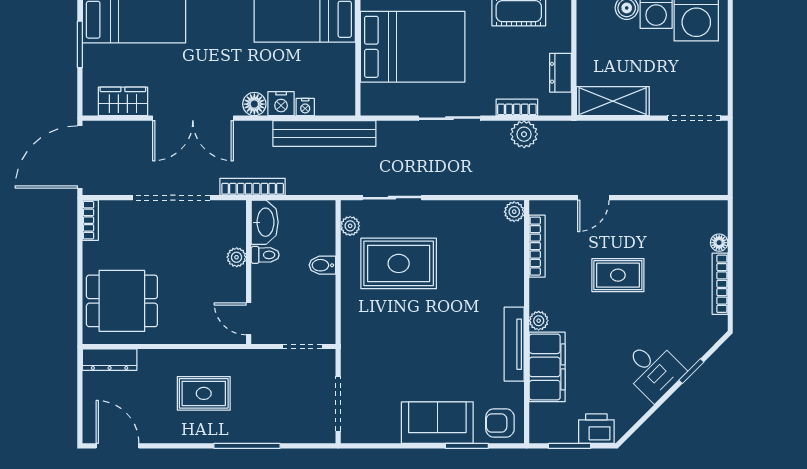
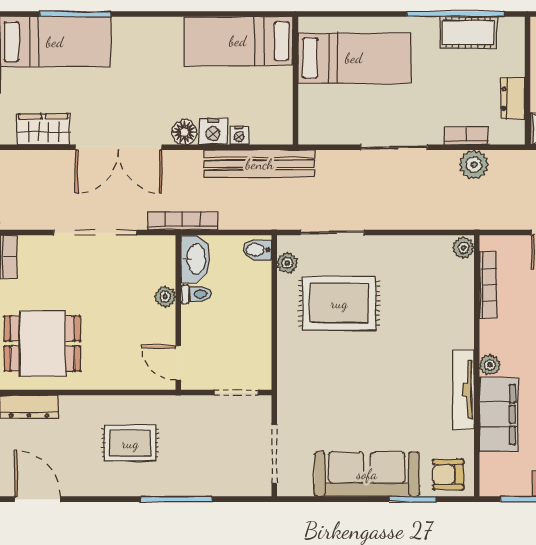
bed: (413, 47) -> (354, 58), width x0.67
bidet: (322, 265) -> (257, 250), moved
sofa: (437, 423) -> (367, 474), width x1.36

